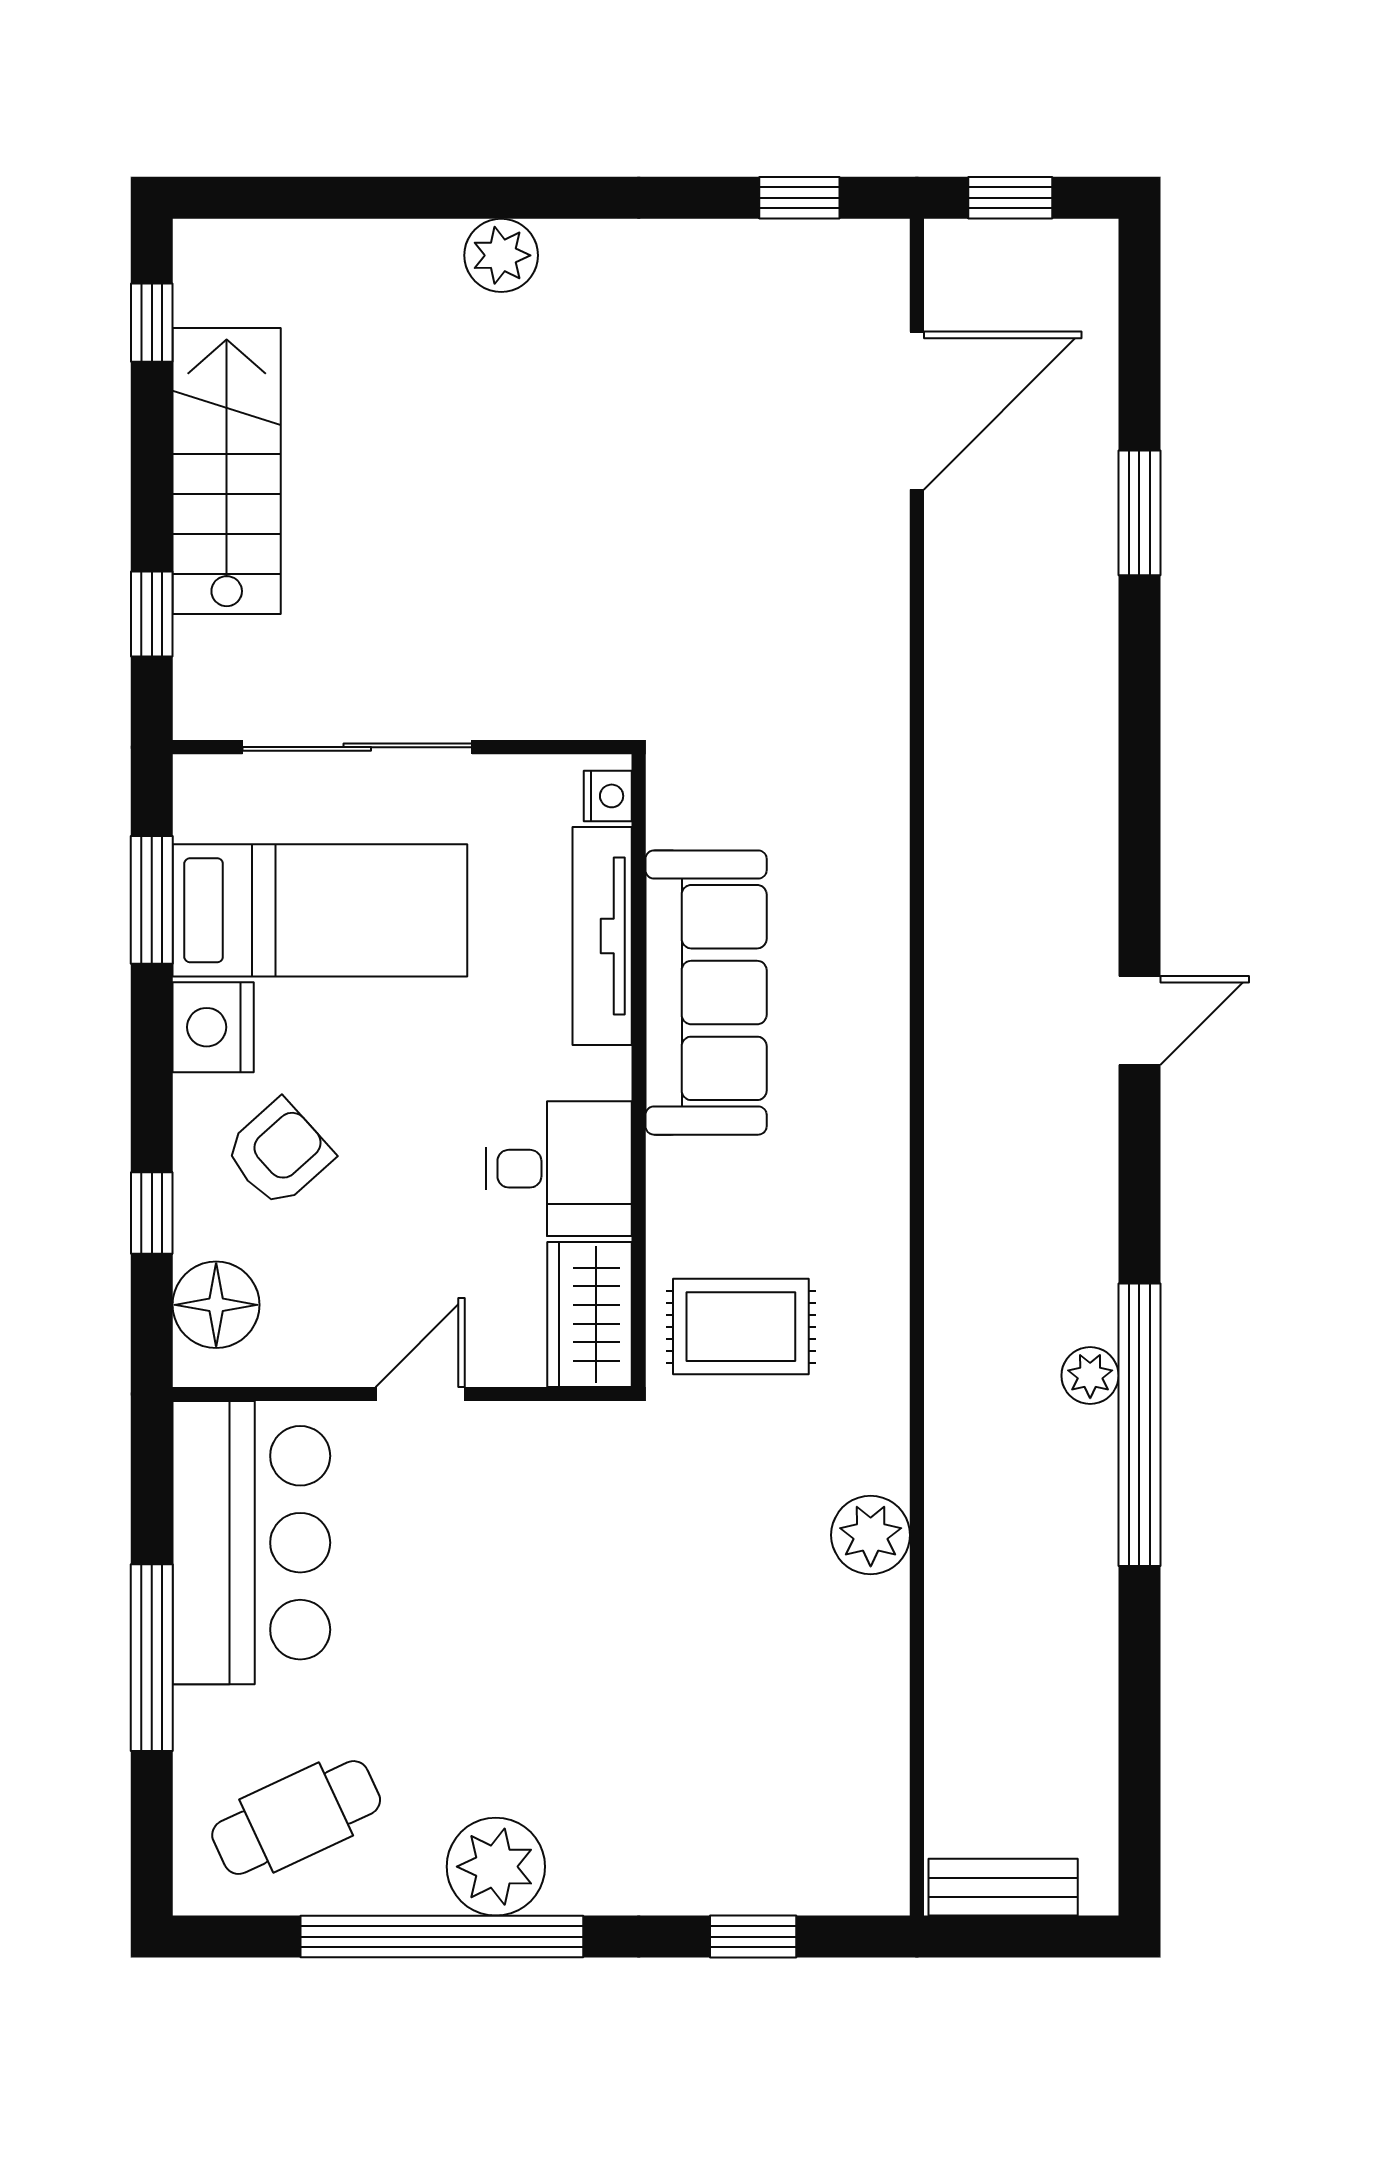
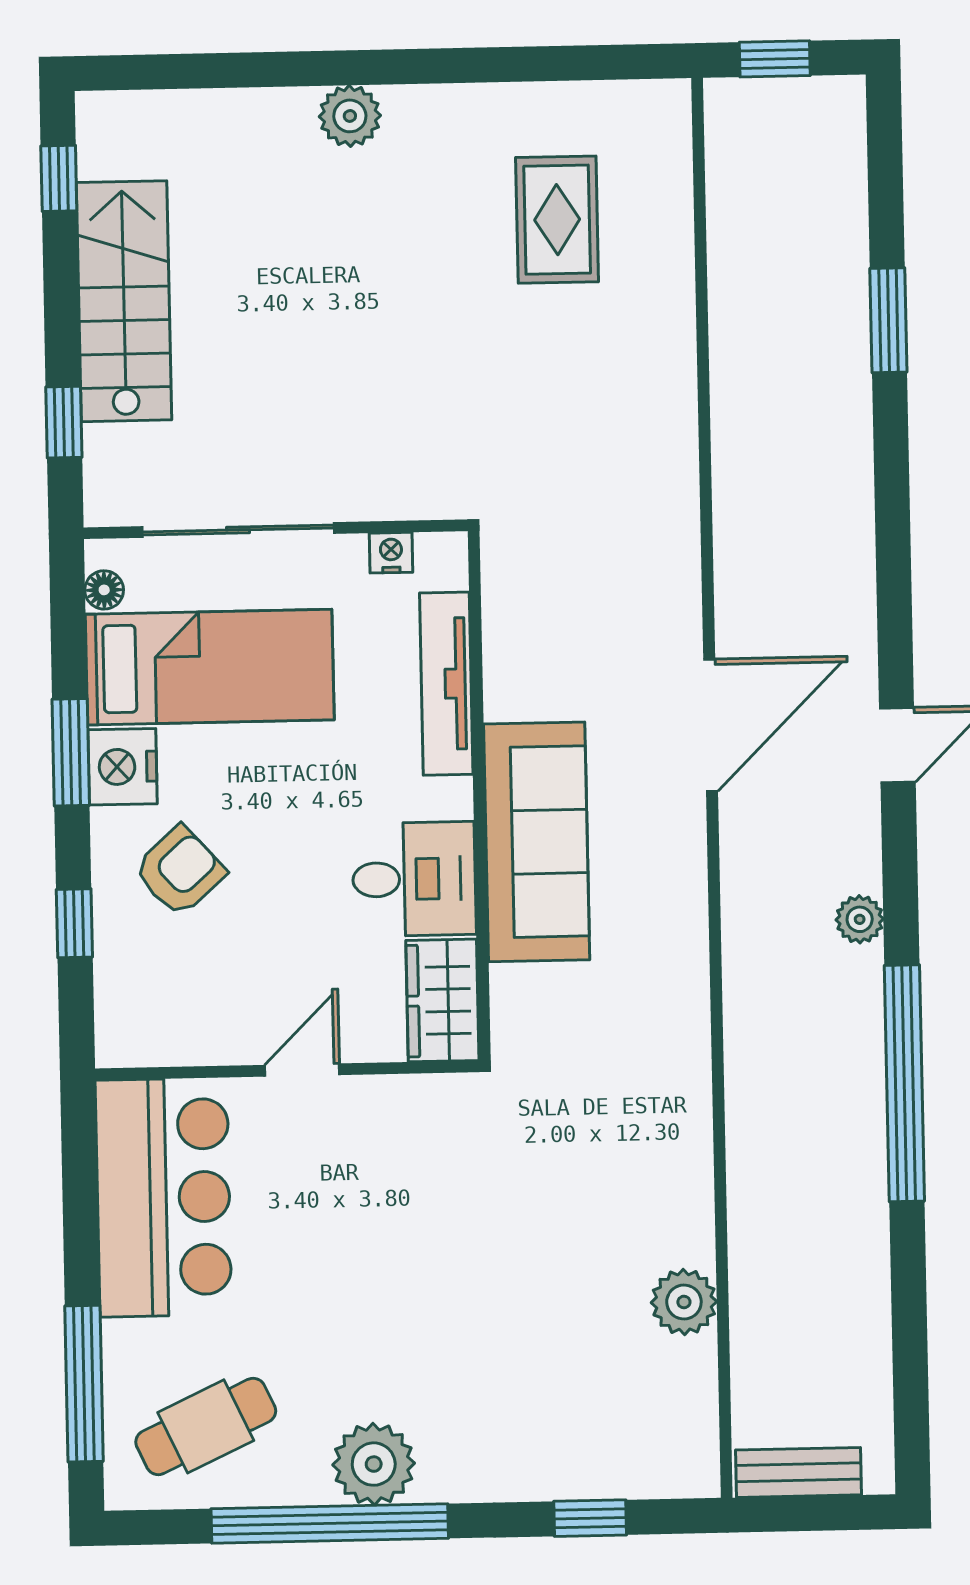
window: (799, 198) -> (598, 63), removed
door: (917, 411) -> (711, 725), moved
nightstand: (608, 796) -> (391, 553), moved, turned -90
window: (152, 900) -> (71, 752), moved
sofa: (706, 993) -> (537, 842), moved
floor lamp: (216, 1305) -> (104, 590), moved, width x0.53, depth x0.53
rug: (741, 1327) -> (557, 220), moved, turned 90
plant: (1090, 1376) -> (860, 919), moved
plant: (871, 1535) -> (684, 1302), moved
window: (152, 1658) -> (84, 1384), moved

